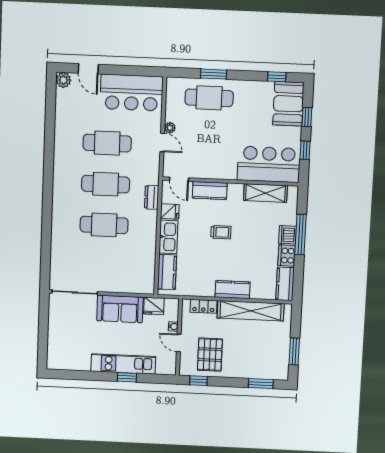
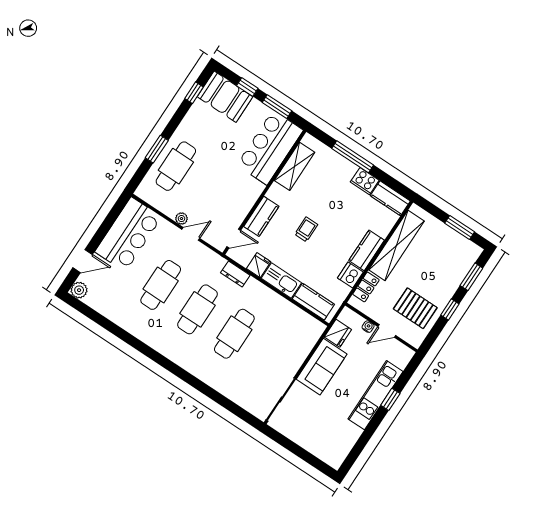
window: (305, 150) -> (277, 107), width x1.50
dishwasher: (288, 235) -> (350, 275), moved, turned 90
window: (198, 381) -> (450, 309), moved

